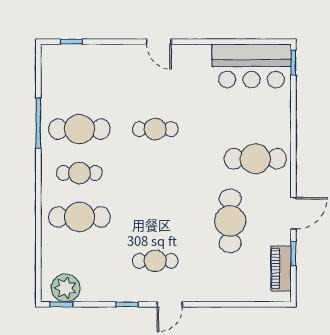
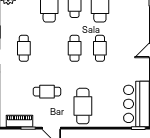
cafe table: (155, 173) -> (75, 48), added
cafe table: (230, 221) -> (47, 92), width x0.73, depth x0.74

